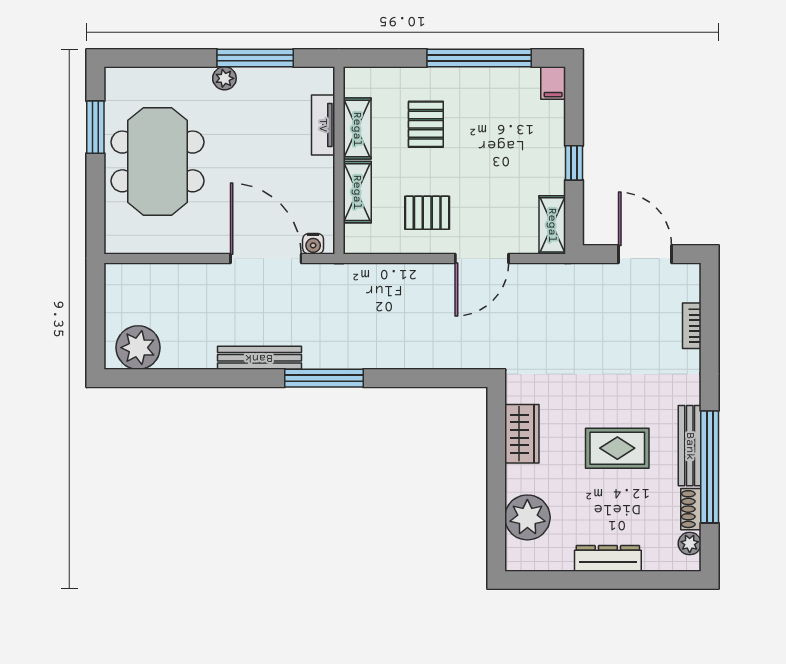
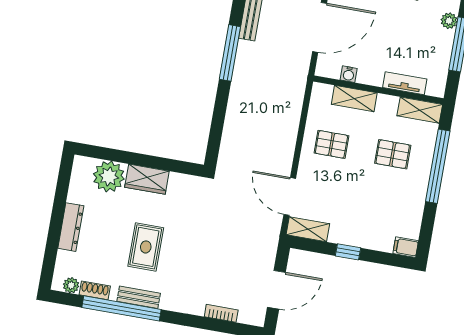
window: (479, 58) -> (438, 166), moved
shelving: (357, 129) -> (420, 110), moved
pallet: (427, 213) -> (331, 144), turned 90
water cooler: (313, 244) -> (349, 74), moved, turned -90
door: (482, 258) -> (290, 196), moved
wardrobe: (522, 434) -> (147, 179), moved
bench: (690, 446) -> (139, 297), width x0.73

